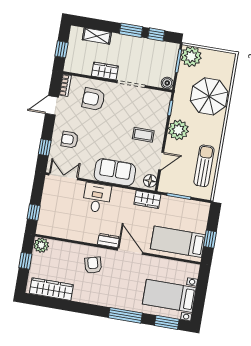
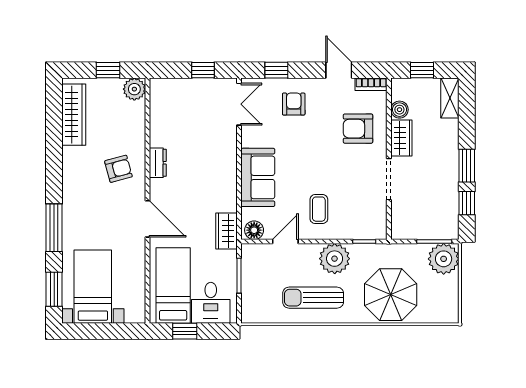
shelving: (97, 36) -> (450, 98), moved
boiler: (167, 83) -> (399, 110), moved
armchair: (94, 99) -> (358, 129), turned -92
door: (161, 161) -> (285, 241), swing flipped
sun lounger: (204, 166) -> (313, 298), moved, turned 180
desk: (97, 198) -> (211, 303), moved, turned 90
window: (34, 212) -> (203, 70), moved
dresser: (108, 240) -> (158, 163), moved
door: (130, 251) -> (147, 219), hinge flipped

